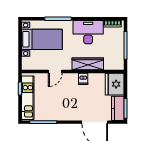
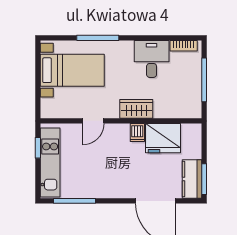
desk: (88, 32) -> (152, 59), width x0.73
wardrobe: (88, 64) -> (136, 109), width x0.67
fridge: (115, 84) -> (163, 138), moved, turned -90

